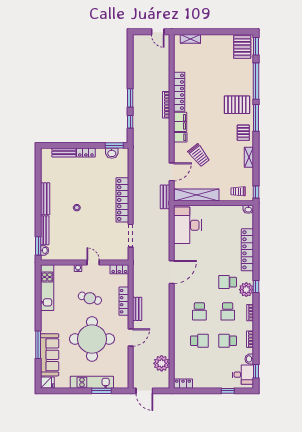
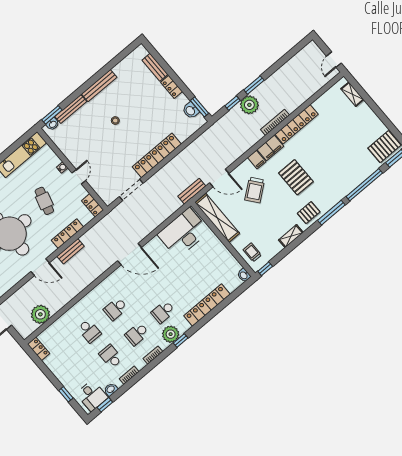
pallet: (237, 105) -> (296, 177), moved
plant: (141, 112) -> (249, 105), added
school desk: (228, 282) -> (163, 312), turned -90

